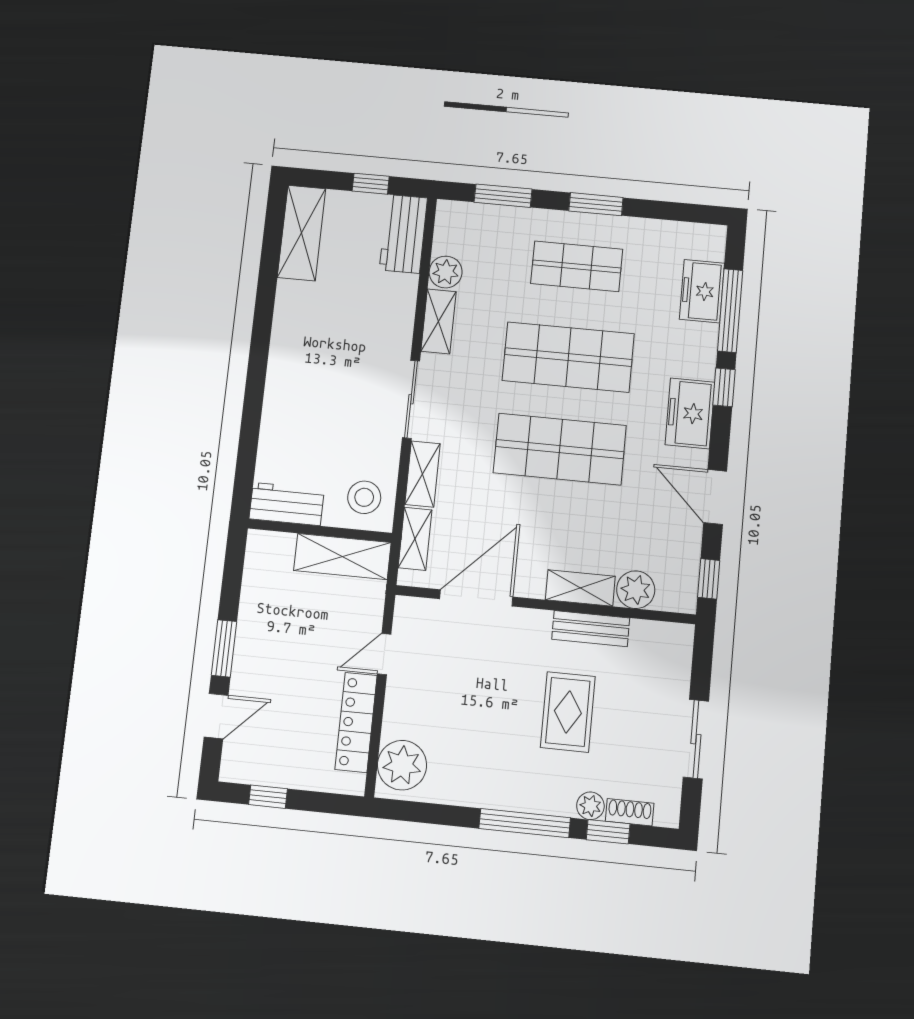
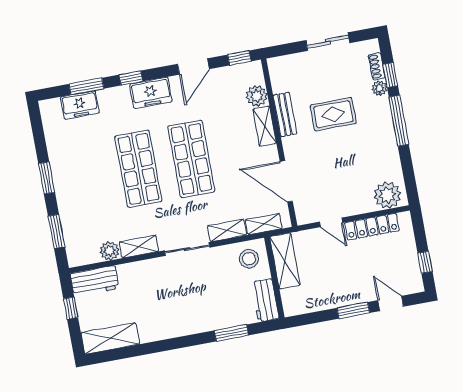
shop shelf: (577, 266) -> (85, 179), removed
window: (730, 311) -> (86, 86), width x0.69
window: (249, 433) -> (231, 333), added

